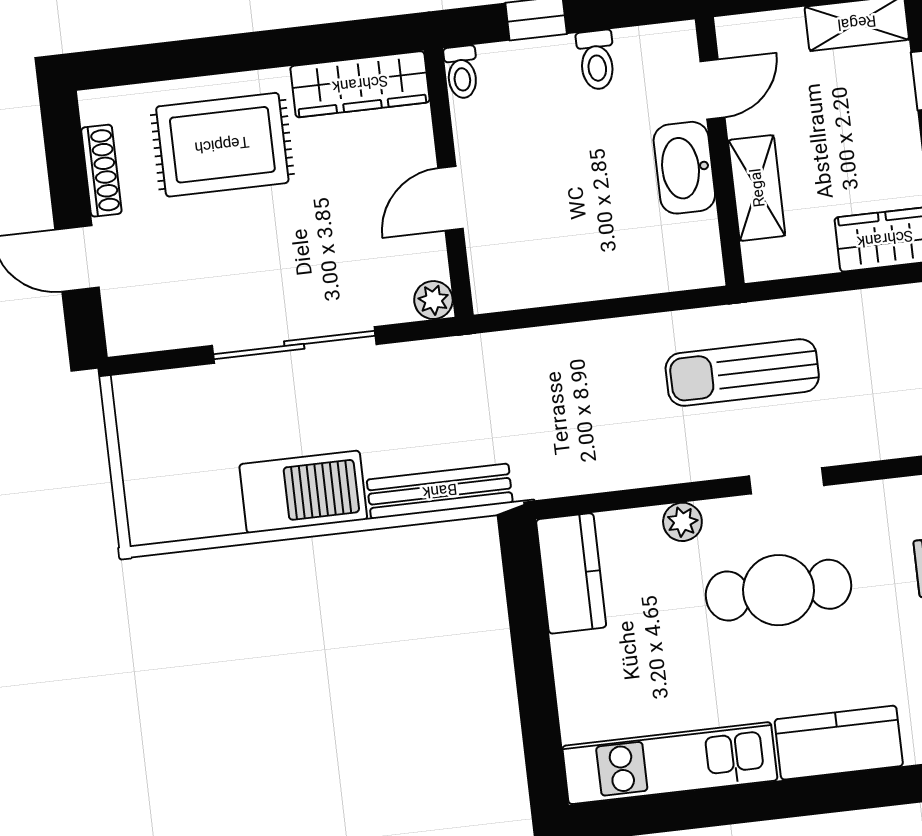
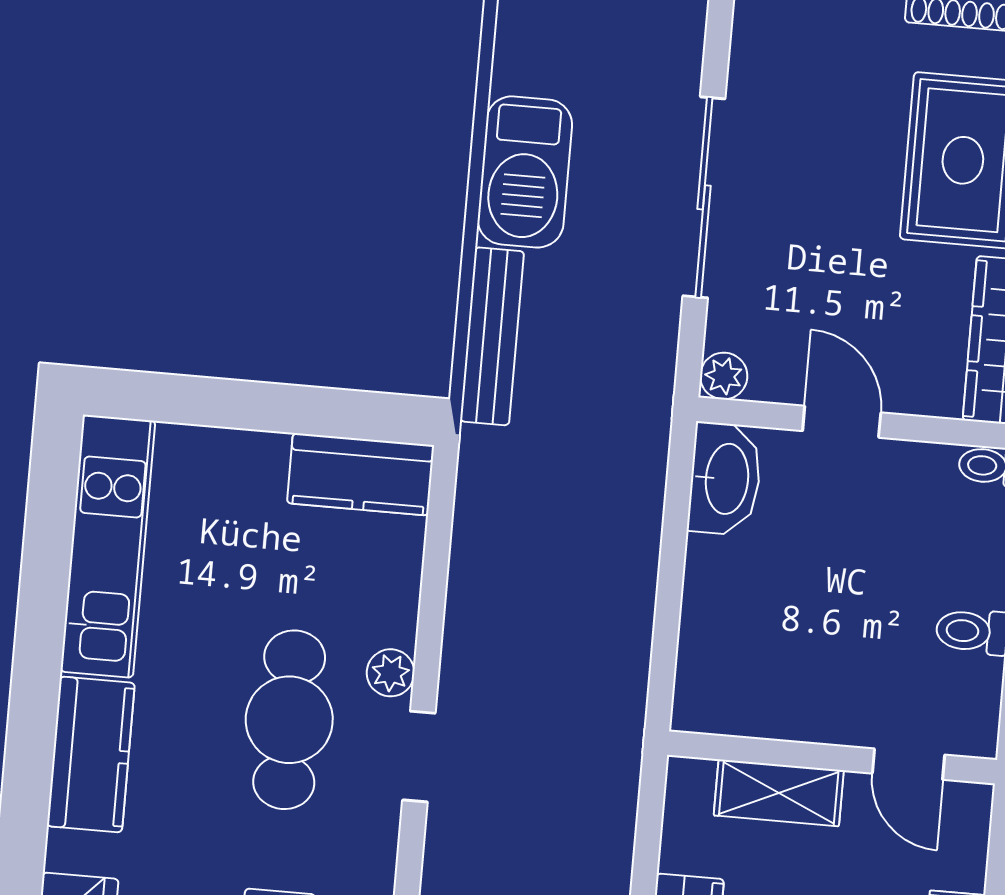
washbasin: (684, 168) -> (725, 479), moved, turned 90
sun lounger: (742, 372) -> (560, 730), removed
plant: (682, 522) -> (391, 673), moved

